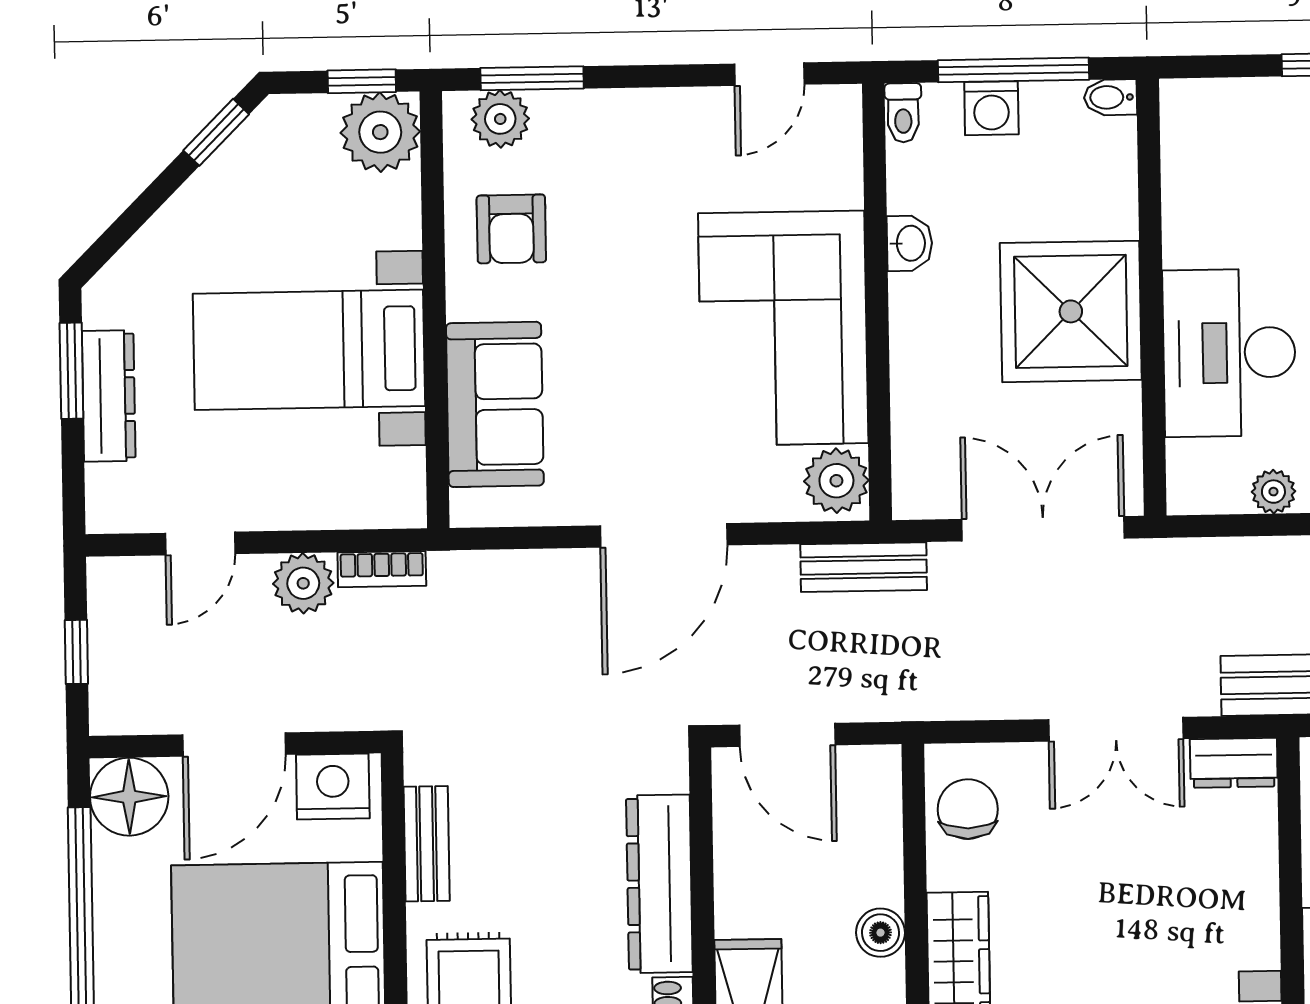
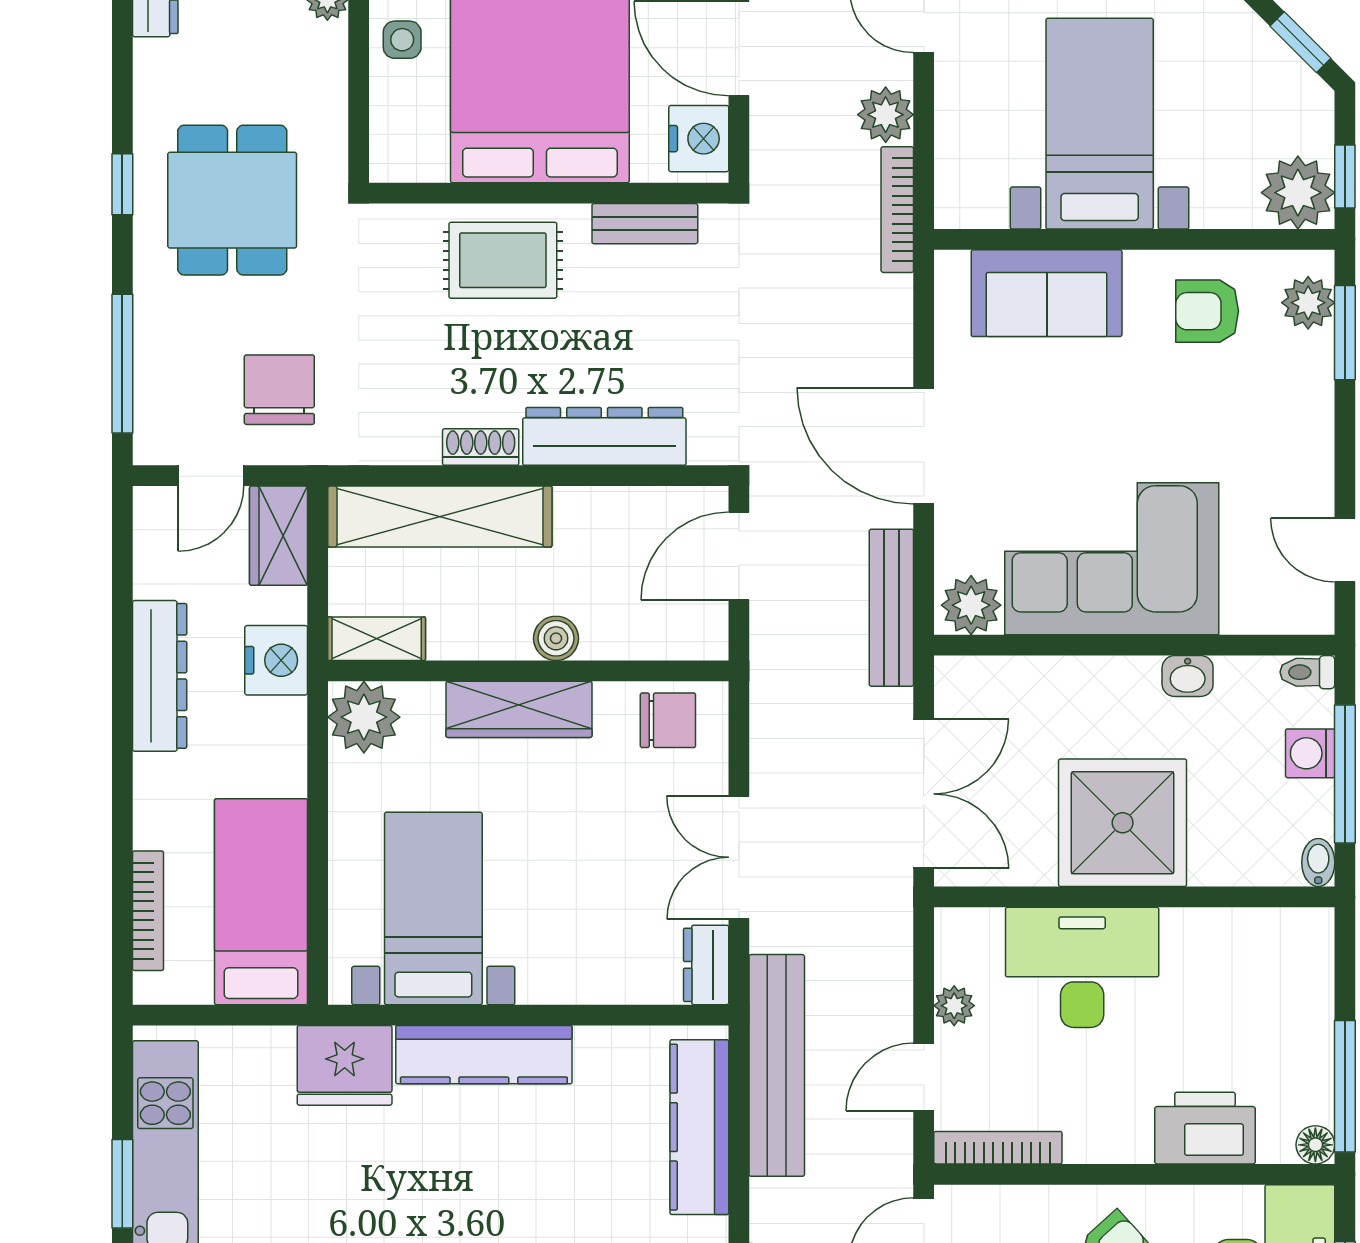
bench: (864, 567) -> (891, 608), width x1.36
bookcase: (382, 569) -> (897, 210), width x1.56

